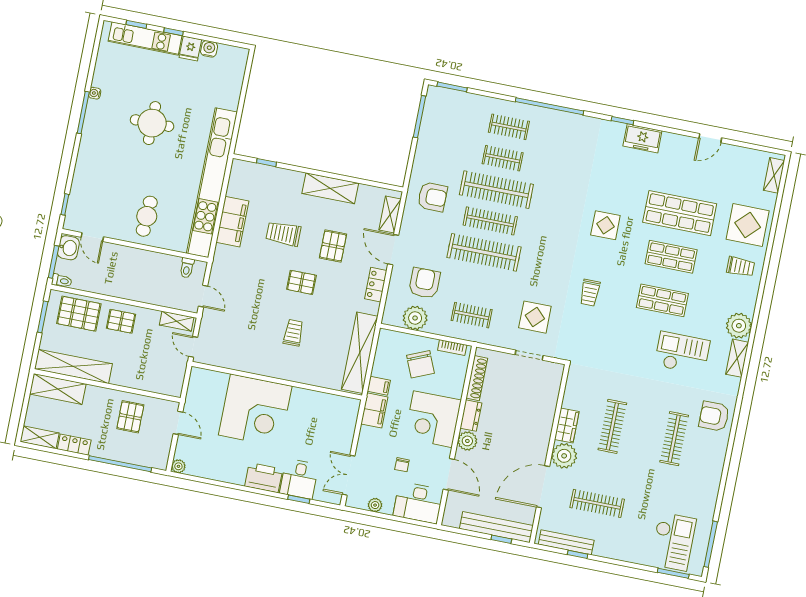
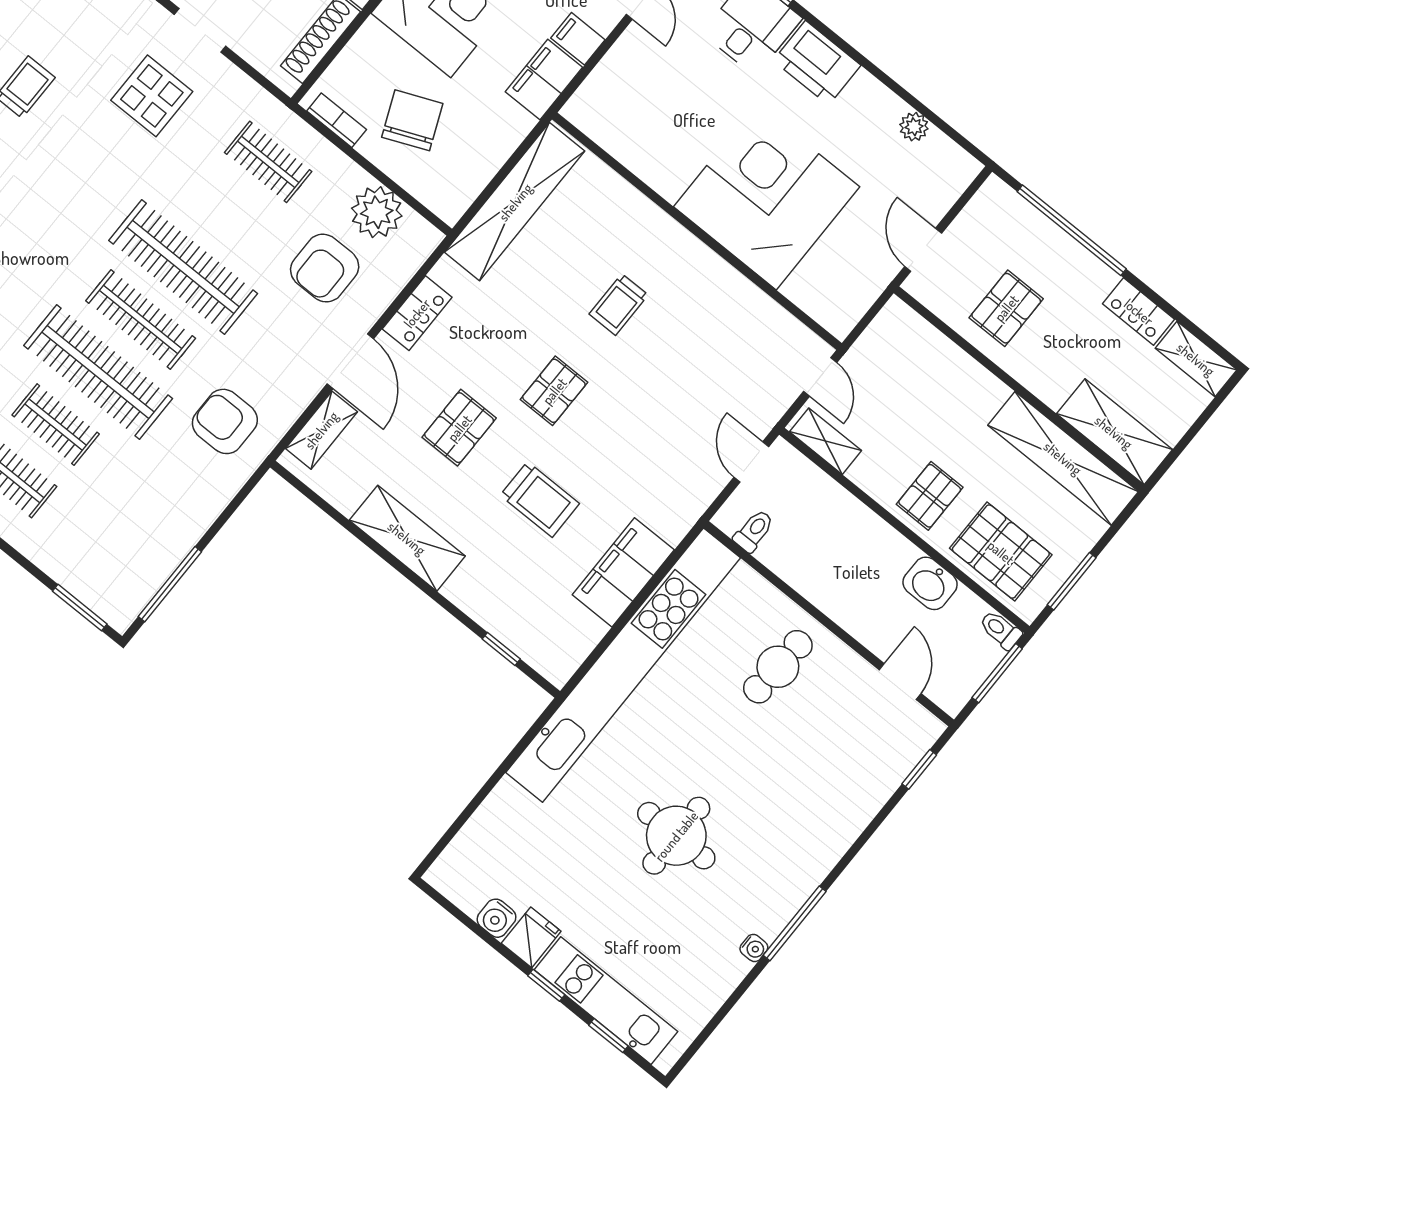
washbasin: (68, 248) -> (930, 583), moved, turned -90
pallet: (301, 282) -> (554, 391), turned 90
pallet: (121, 321) -> (930, 496), turned 90
filing cabinet: (379, 386) -> (578, 39), moved
plant: (178, 466) -> (914, 127), moved

